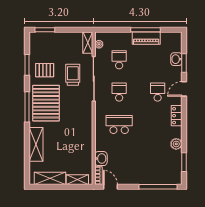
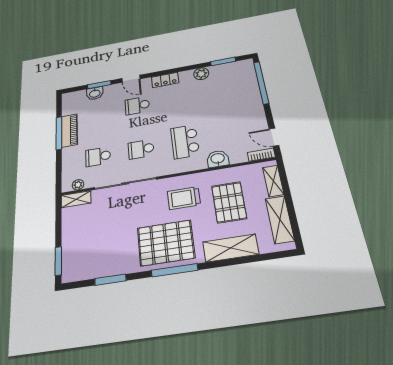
pallet: (45, 70) -> (229, 202), moved, width x1.50, depth x1.42
trolley: (73, 75) -> (184, 198), moved
washbasin: (101, 159) -> (218, 159), moved
door: (110, 187) -> (274, 137), hinge flipped

